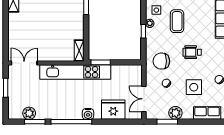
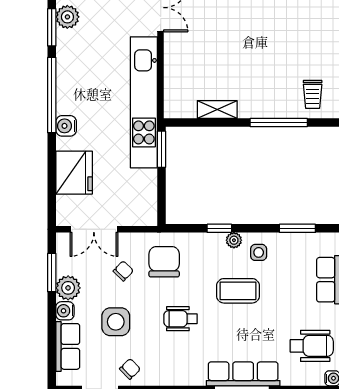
shelving: (79, 51) -> (217, 110), moved
wheelchair: (192, 52) -> (181, 319), turned -90
double door: (144, 99) -> (94, 229), swing flipped
water cooler: (188, 115) -> (65, 311), added

